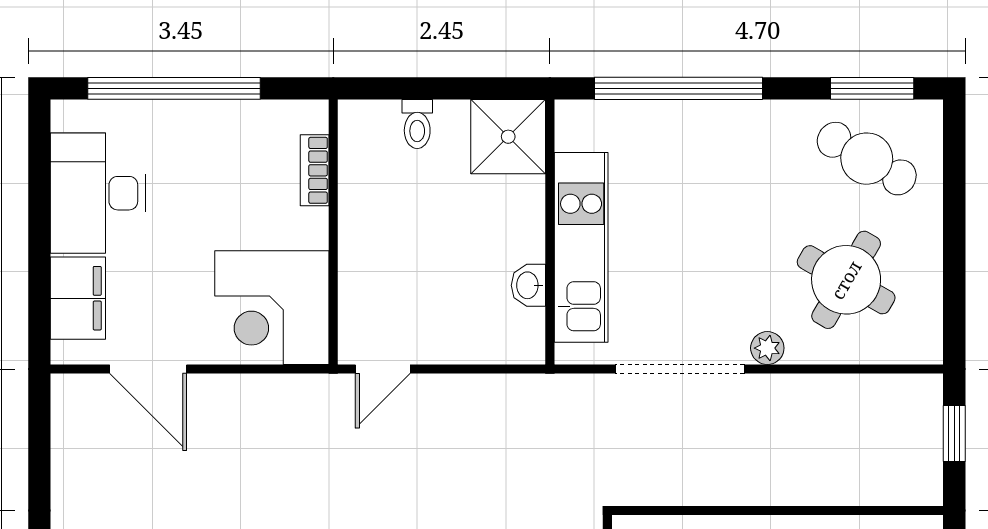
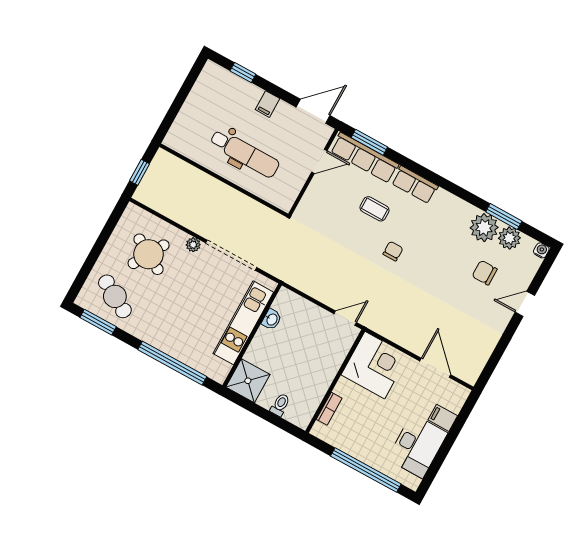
filing cabinet: (78, 298) -> (443, 418), width x0.50

